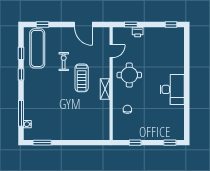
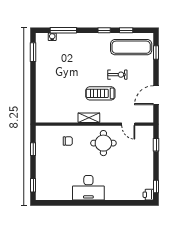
printer: (138, 32) -> (148, 195), moved

